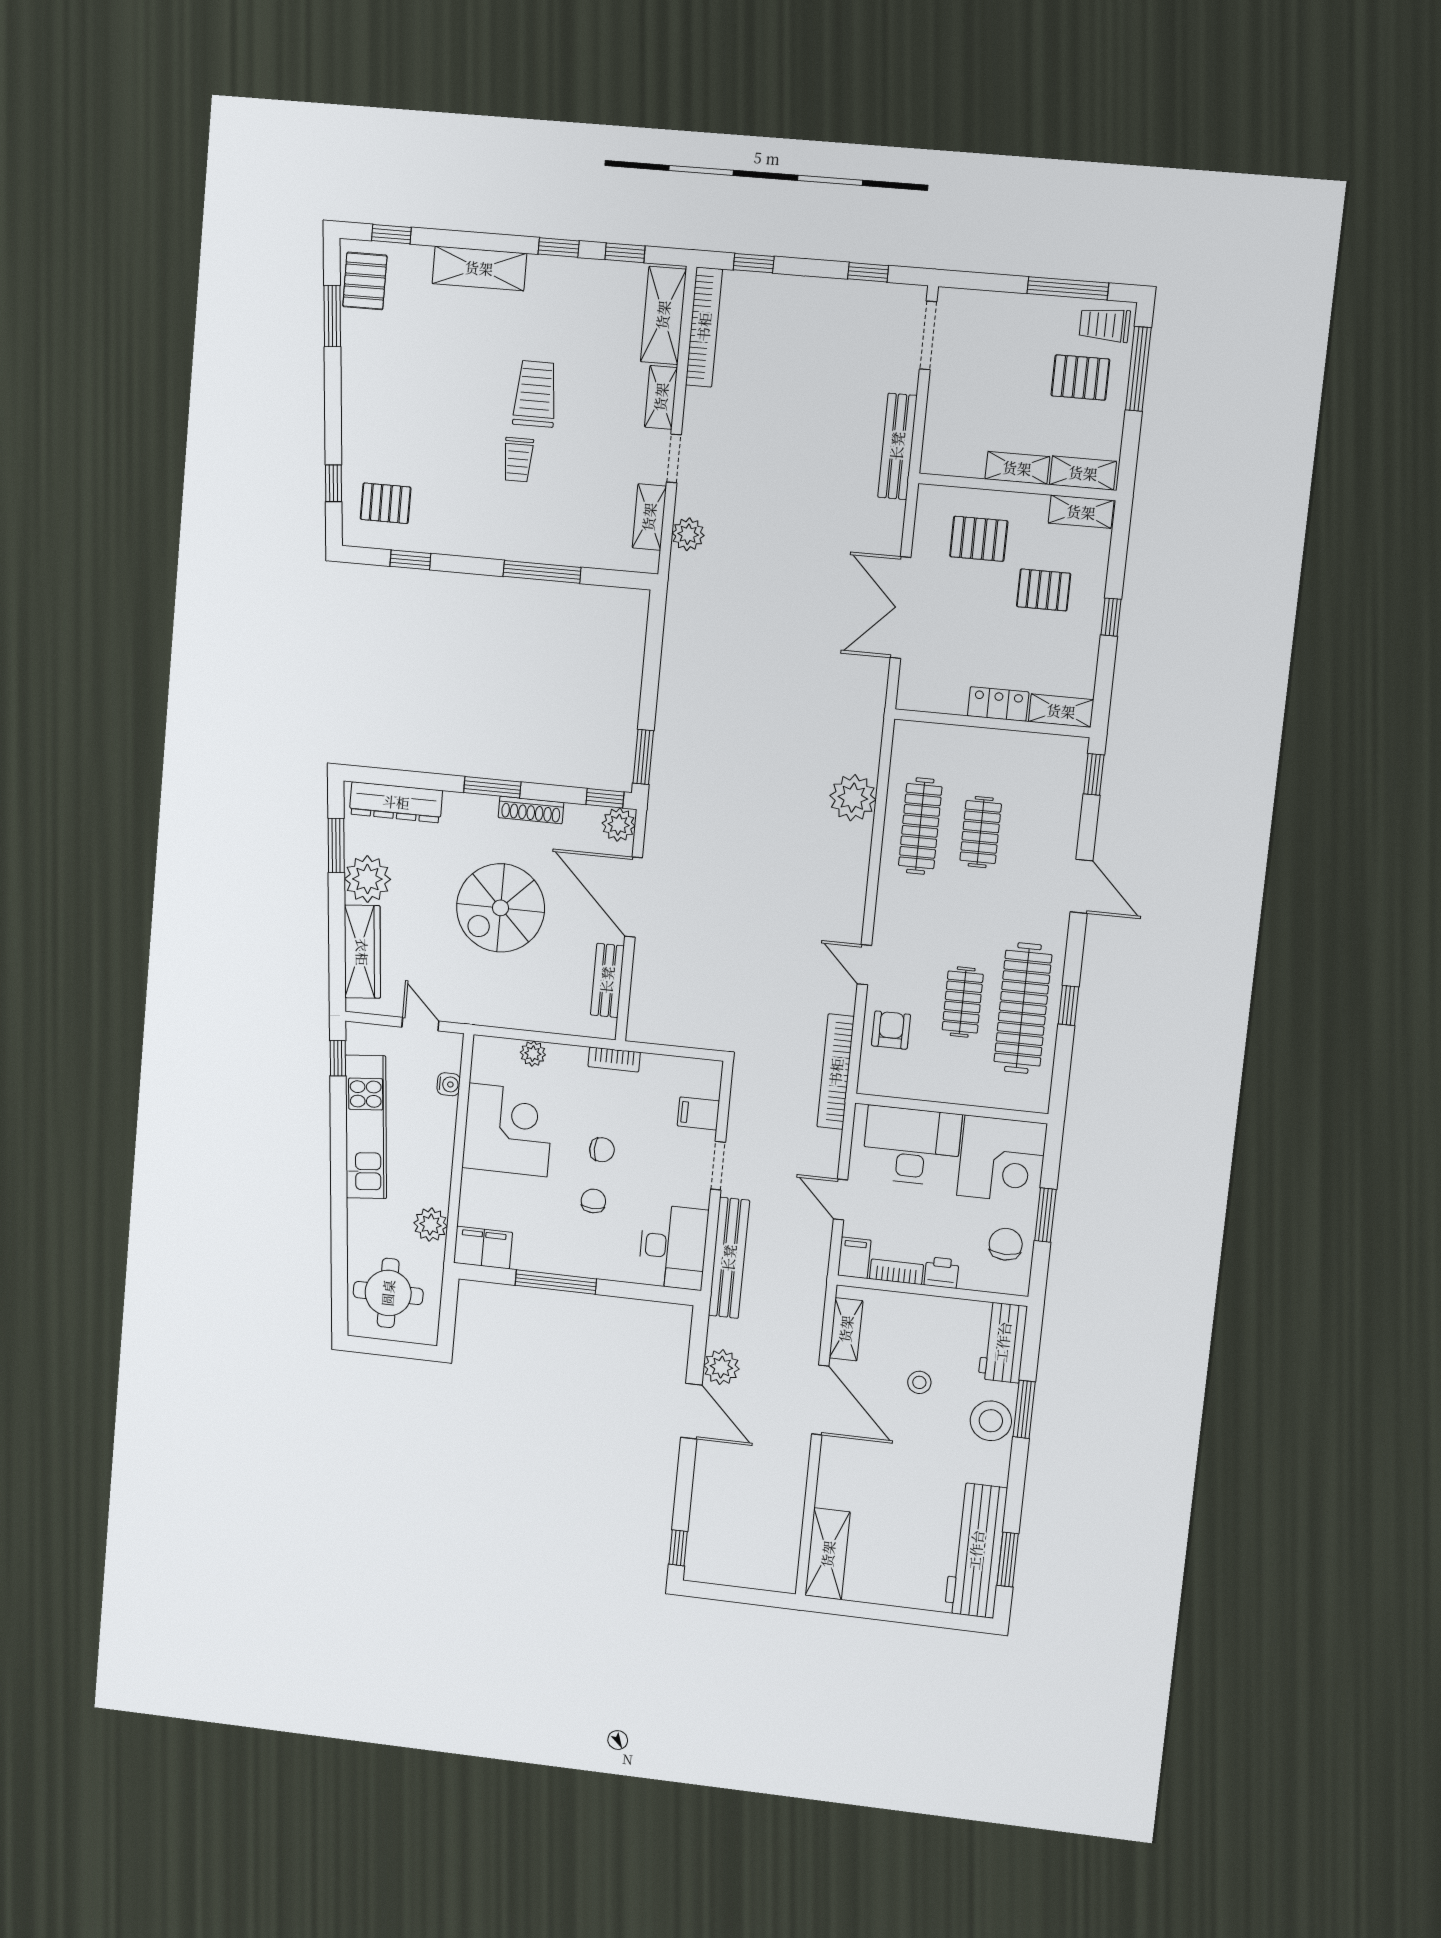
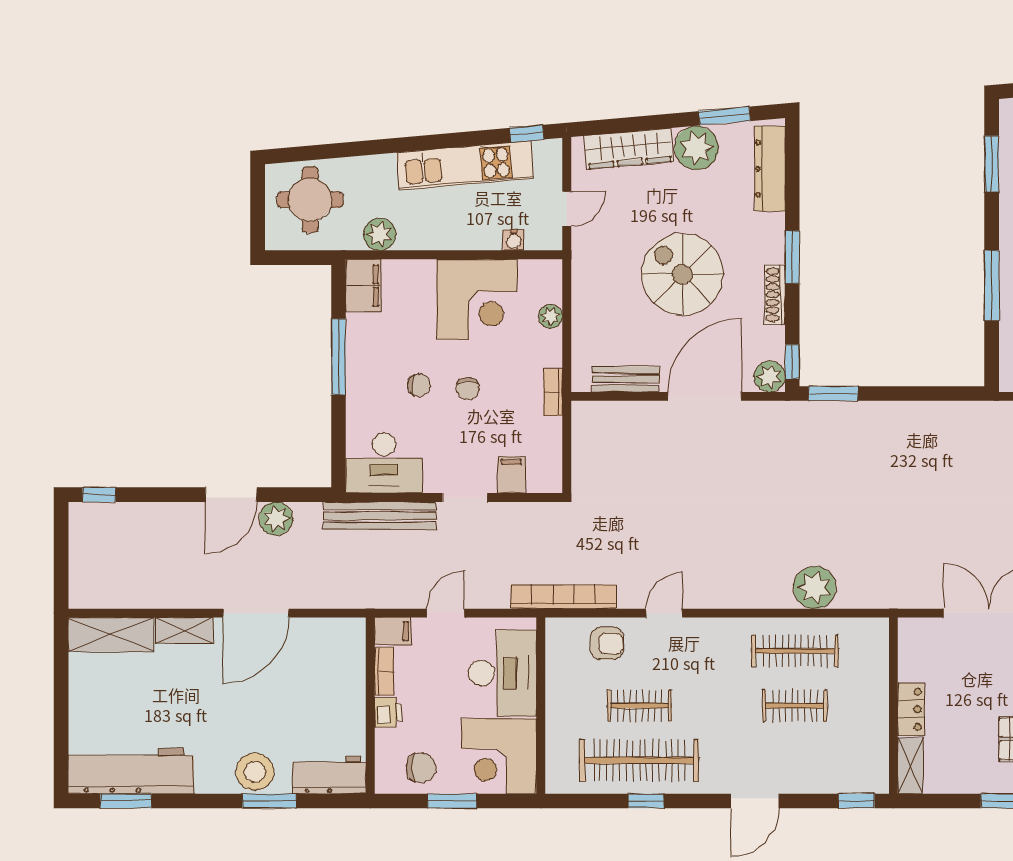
window: (410, 560) -> (992, 164), width x1.50
shelving: (846, 1329) -> (184, 630), moved
stool: (919, 1382) -> (283, 703), removed

